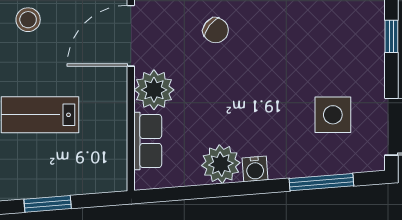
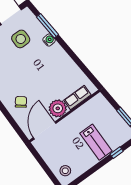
door: (131, 36) -> (45, 130), swing flipped
plant: (221, 164) -> (67, 66), removed
water cooler: (255, 169) -> (49, 40), moved

